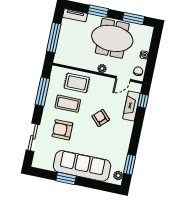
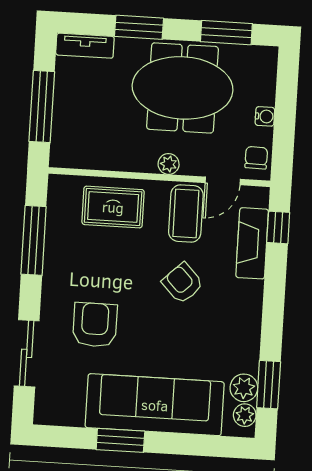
coffee table: (68, 104) -> (186, 213), moved, turned 90
armchair: (62, 130) -> (95, 325), turned 90
plant: (119, 164) -> (244, 388), added

